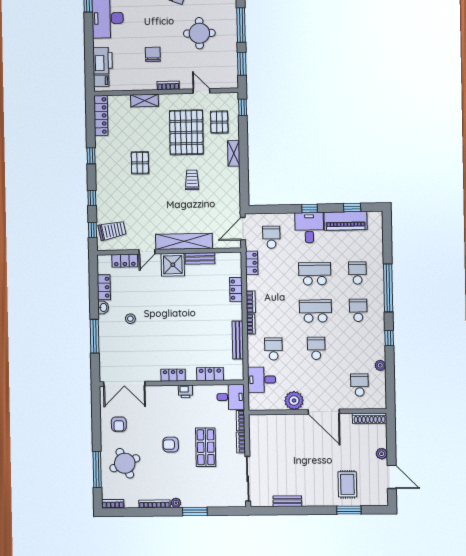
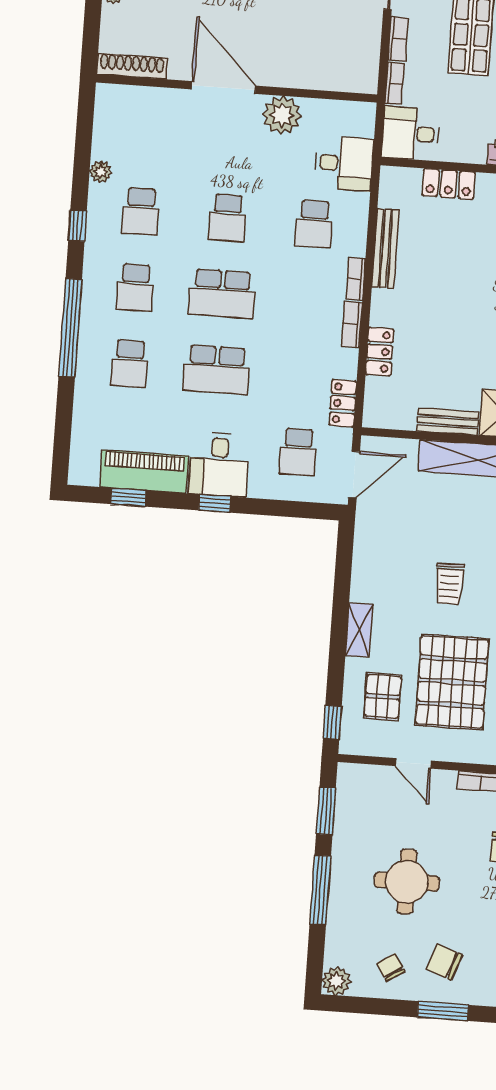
school desk: (360, 385) -> (141, 211), moved

